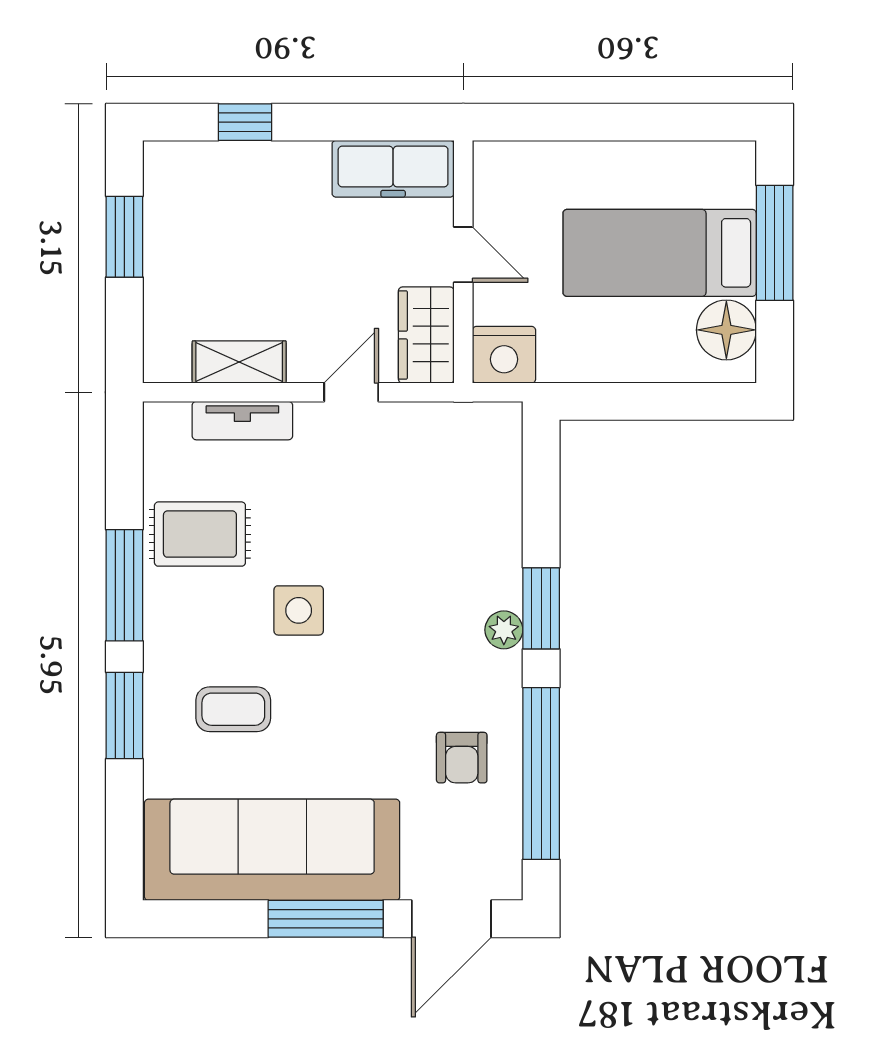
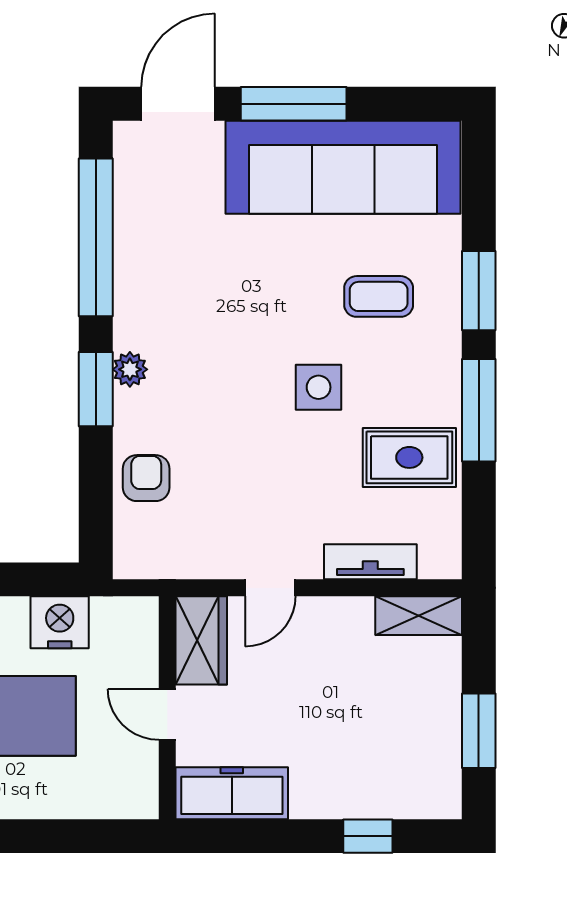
nightstand: (504, 355) -> (60, 622), moved
shelving: (239, 362) -> (419, 616), moved
armchair: (462, 758) -> (146, 478), moved

